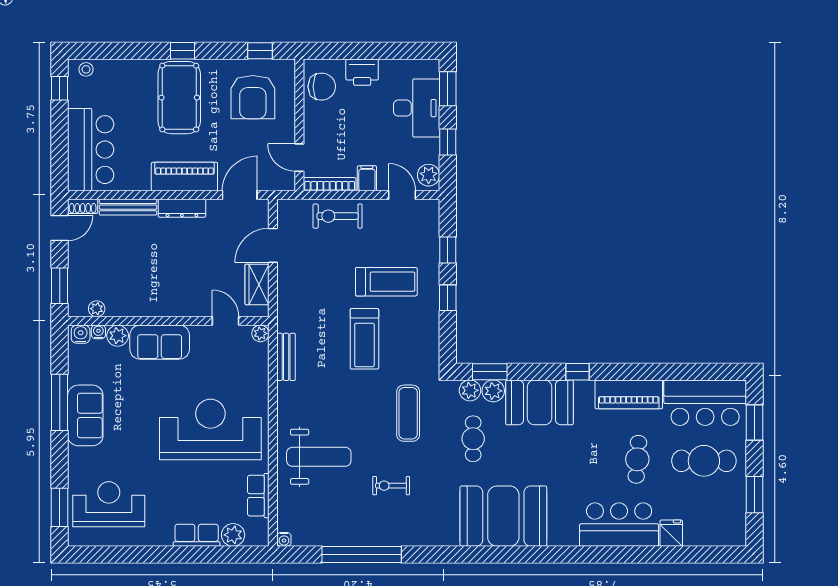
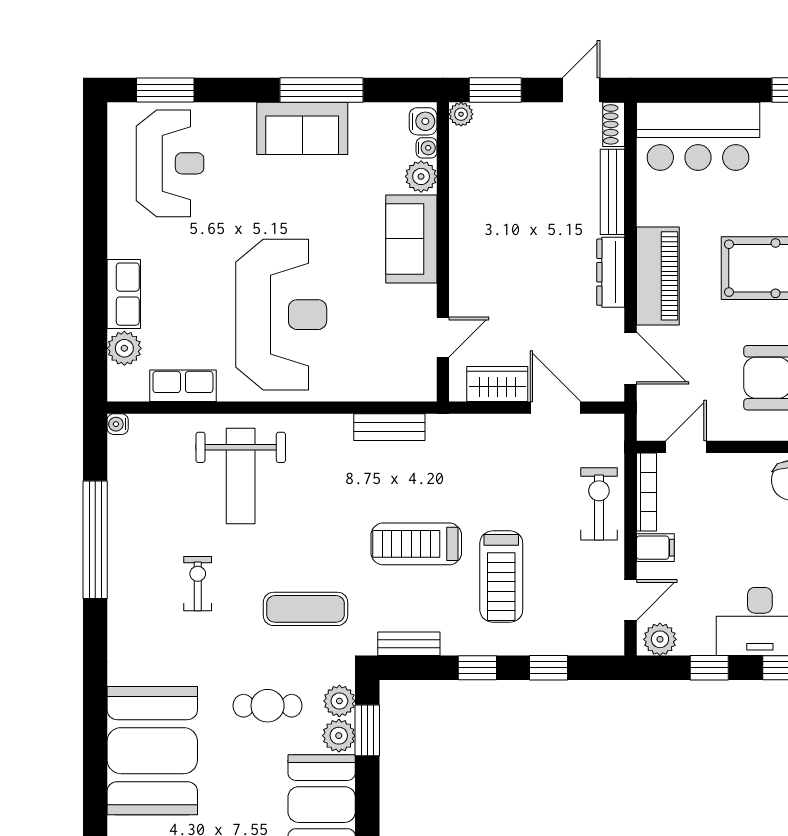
door: (60, 228) -> (581, 90), swing flipped
plant: (97, 309) -> (461, 114), moved
plant: (260, 333) -> (424, 389), removed
bench: (432, 344) -> (409, 644), added

